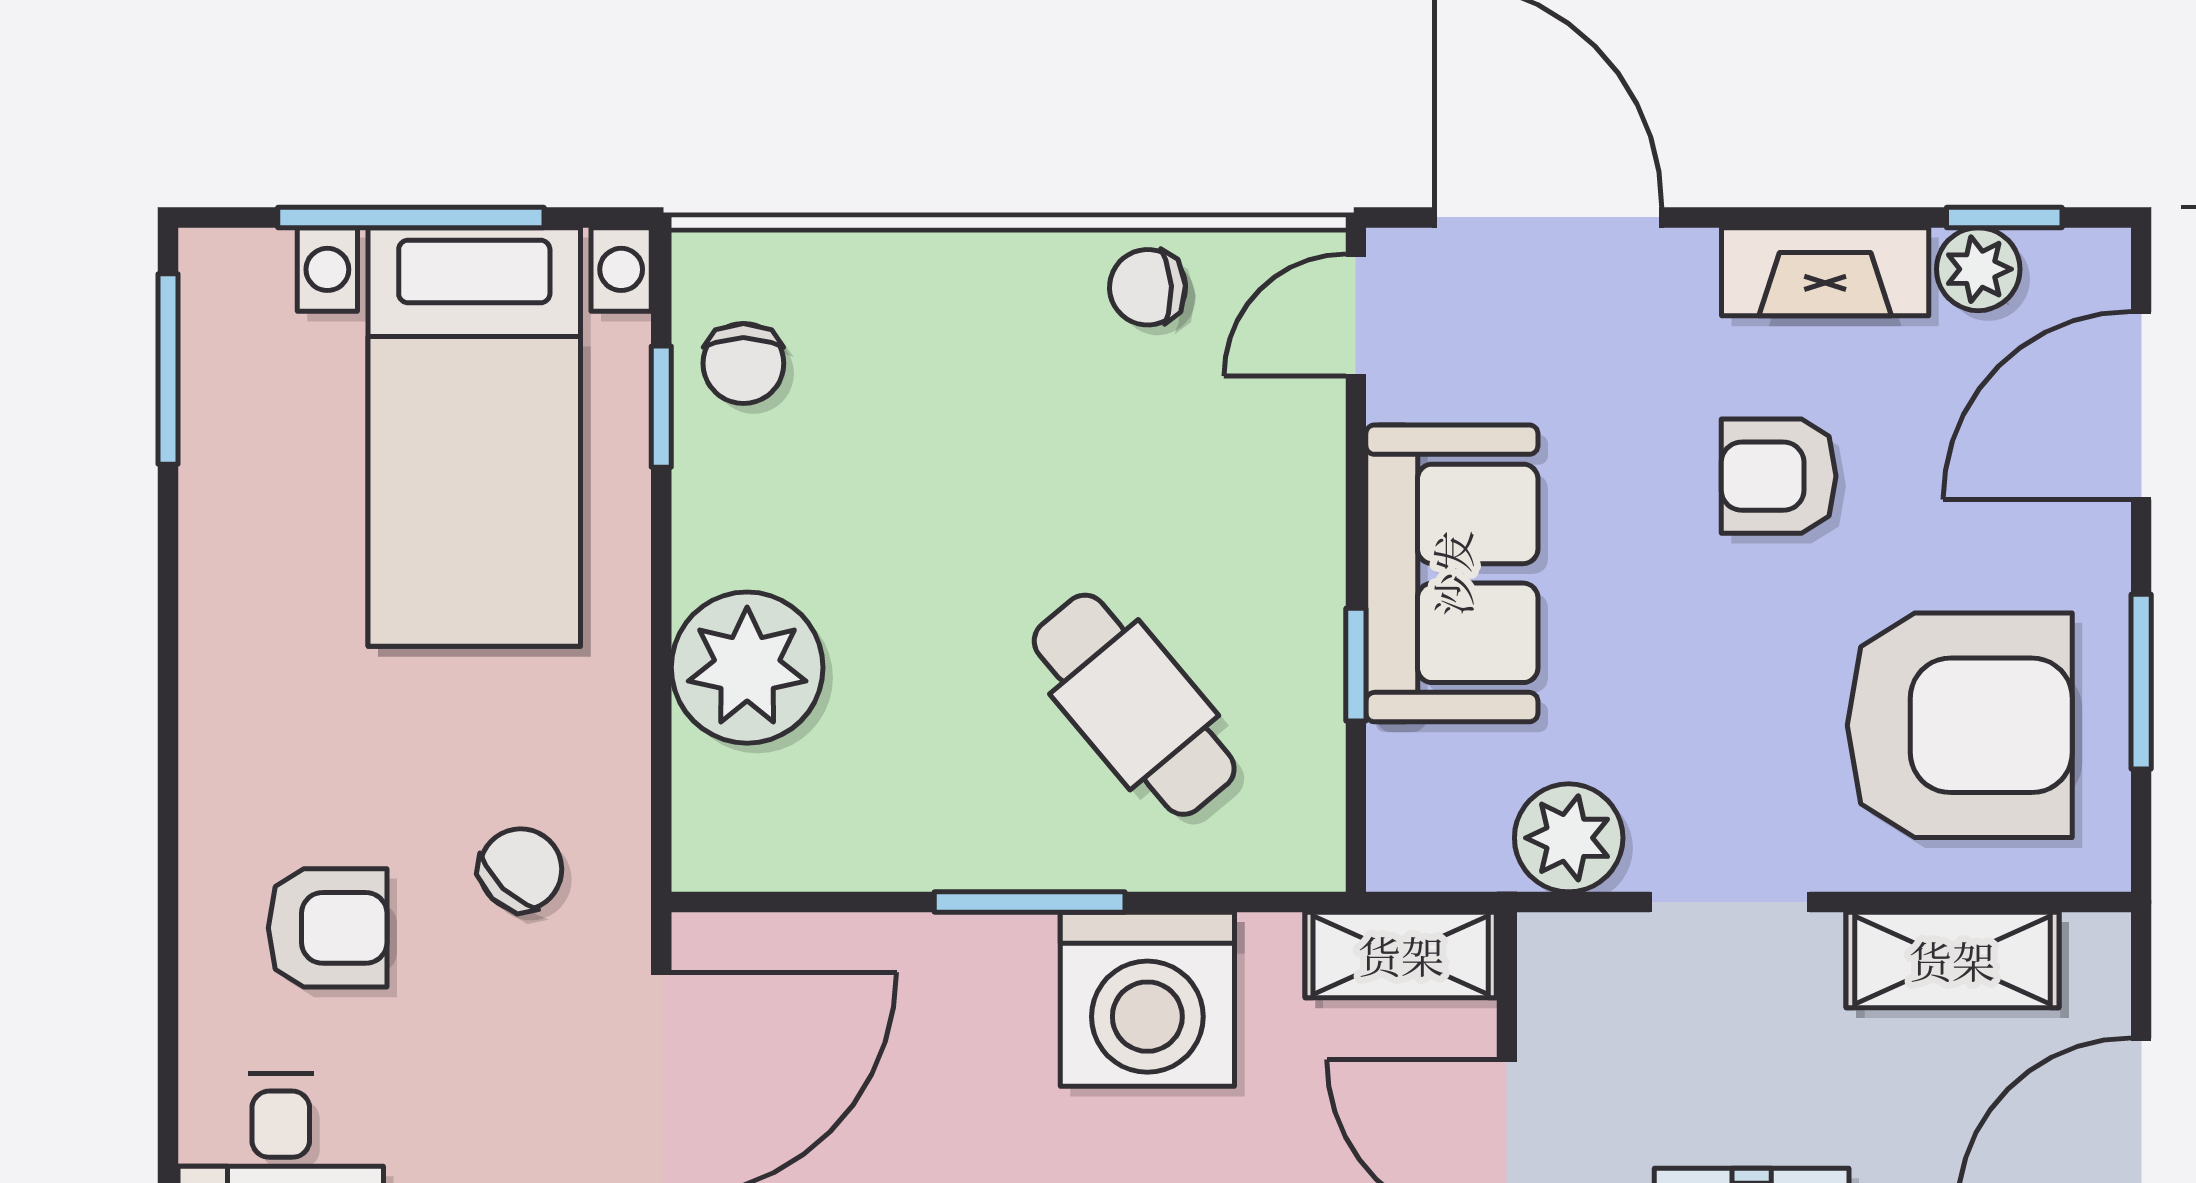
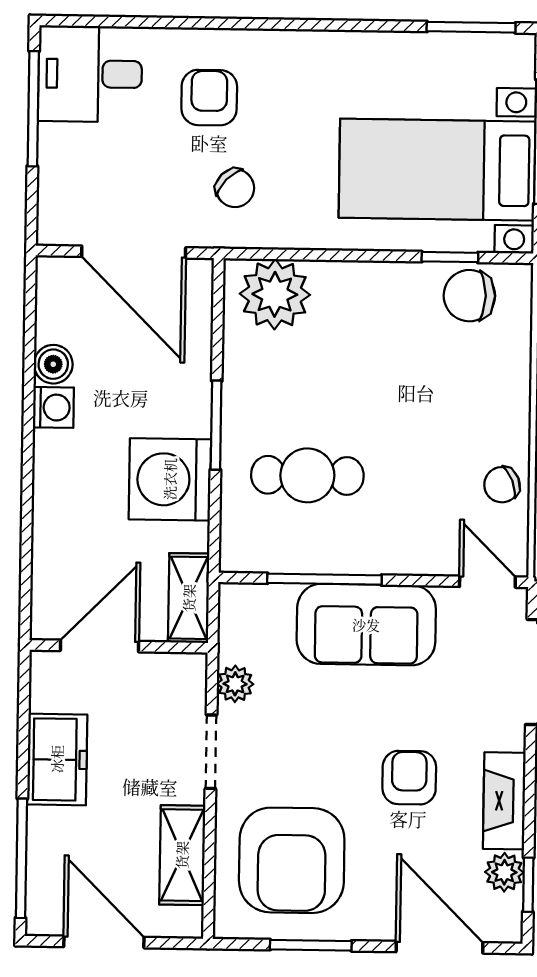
chair: (1148, 287) -> (502, 485), turned -109
chair: (743, 363) -> (469, 296), width x1.37, depth x1.37
window: (1356, 665) -> (324, 579), width x2.17
plant: (747, 668) -> (275, 294), moved
cafe table: (1134, 705) -> (307, 475), turned 40
plant: (1569, 838) -> (235, 684), width x0.73, depth x0.73
armchair: (328, 928) -> (209, 98), turned 180

